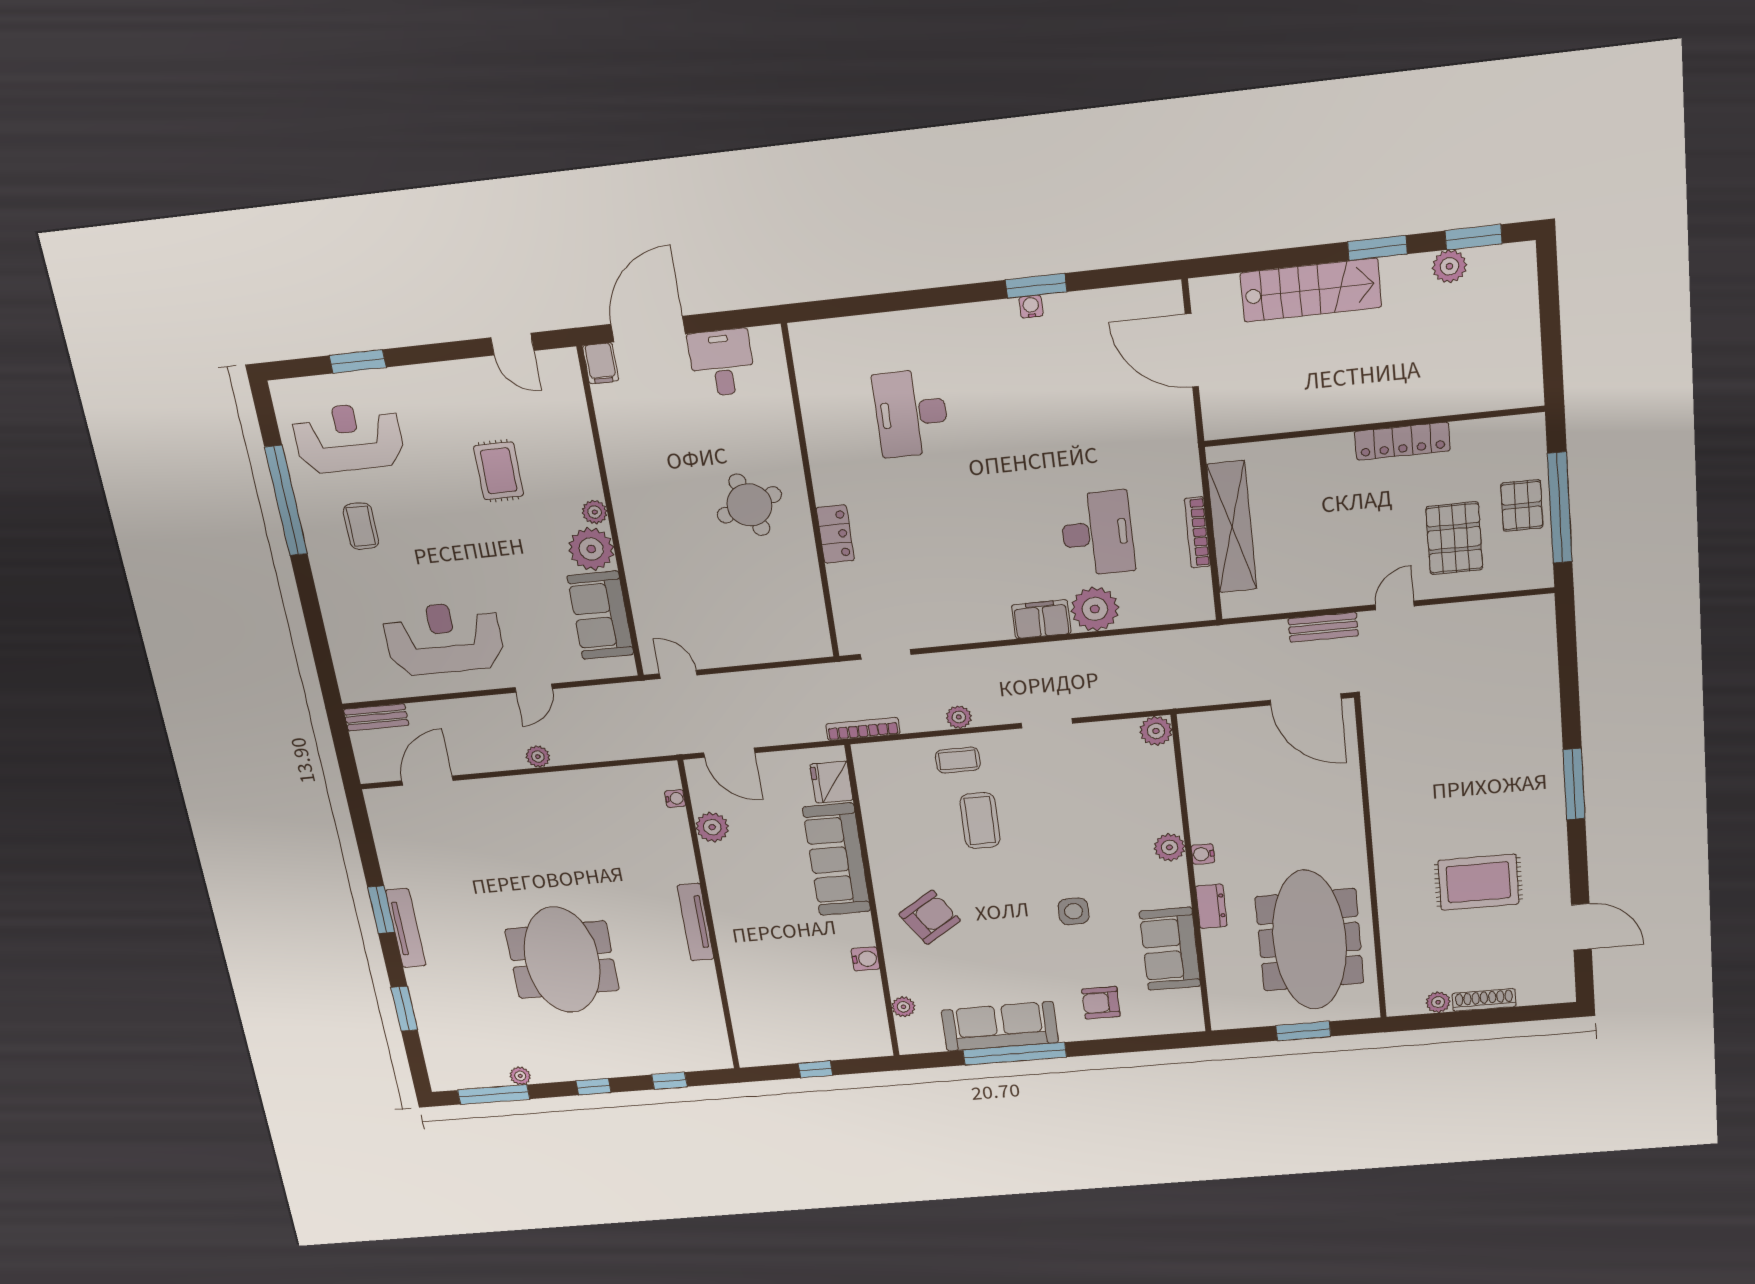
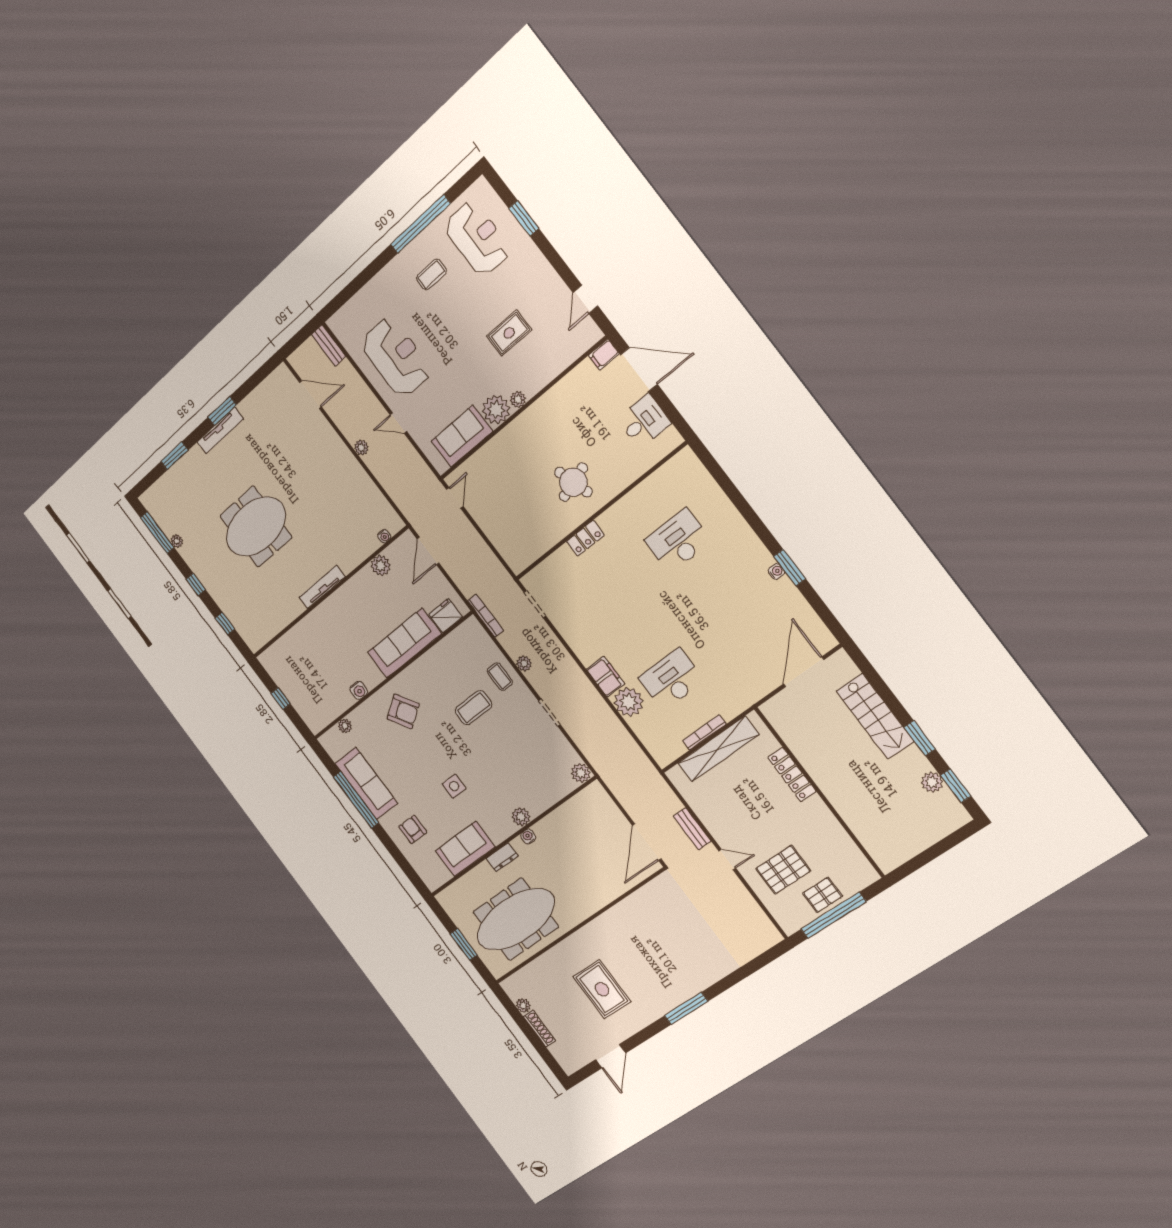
locker: (1402, 441) -> (792, 775), moved
desk: (1097, 533) -> (671, 679), turned 180

